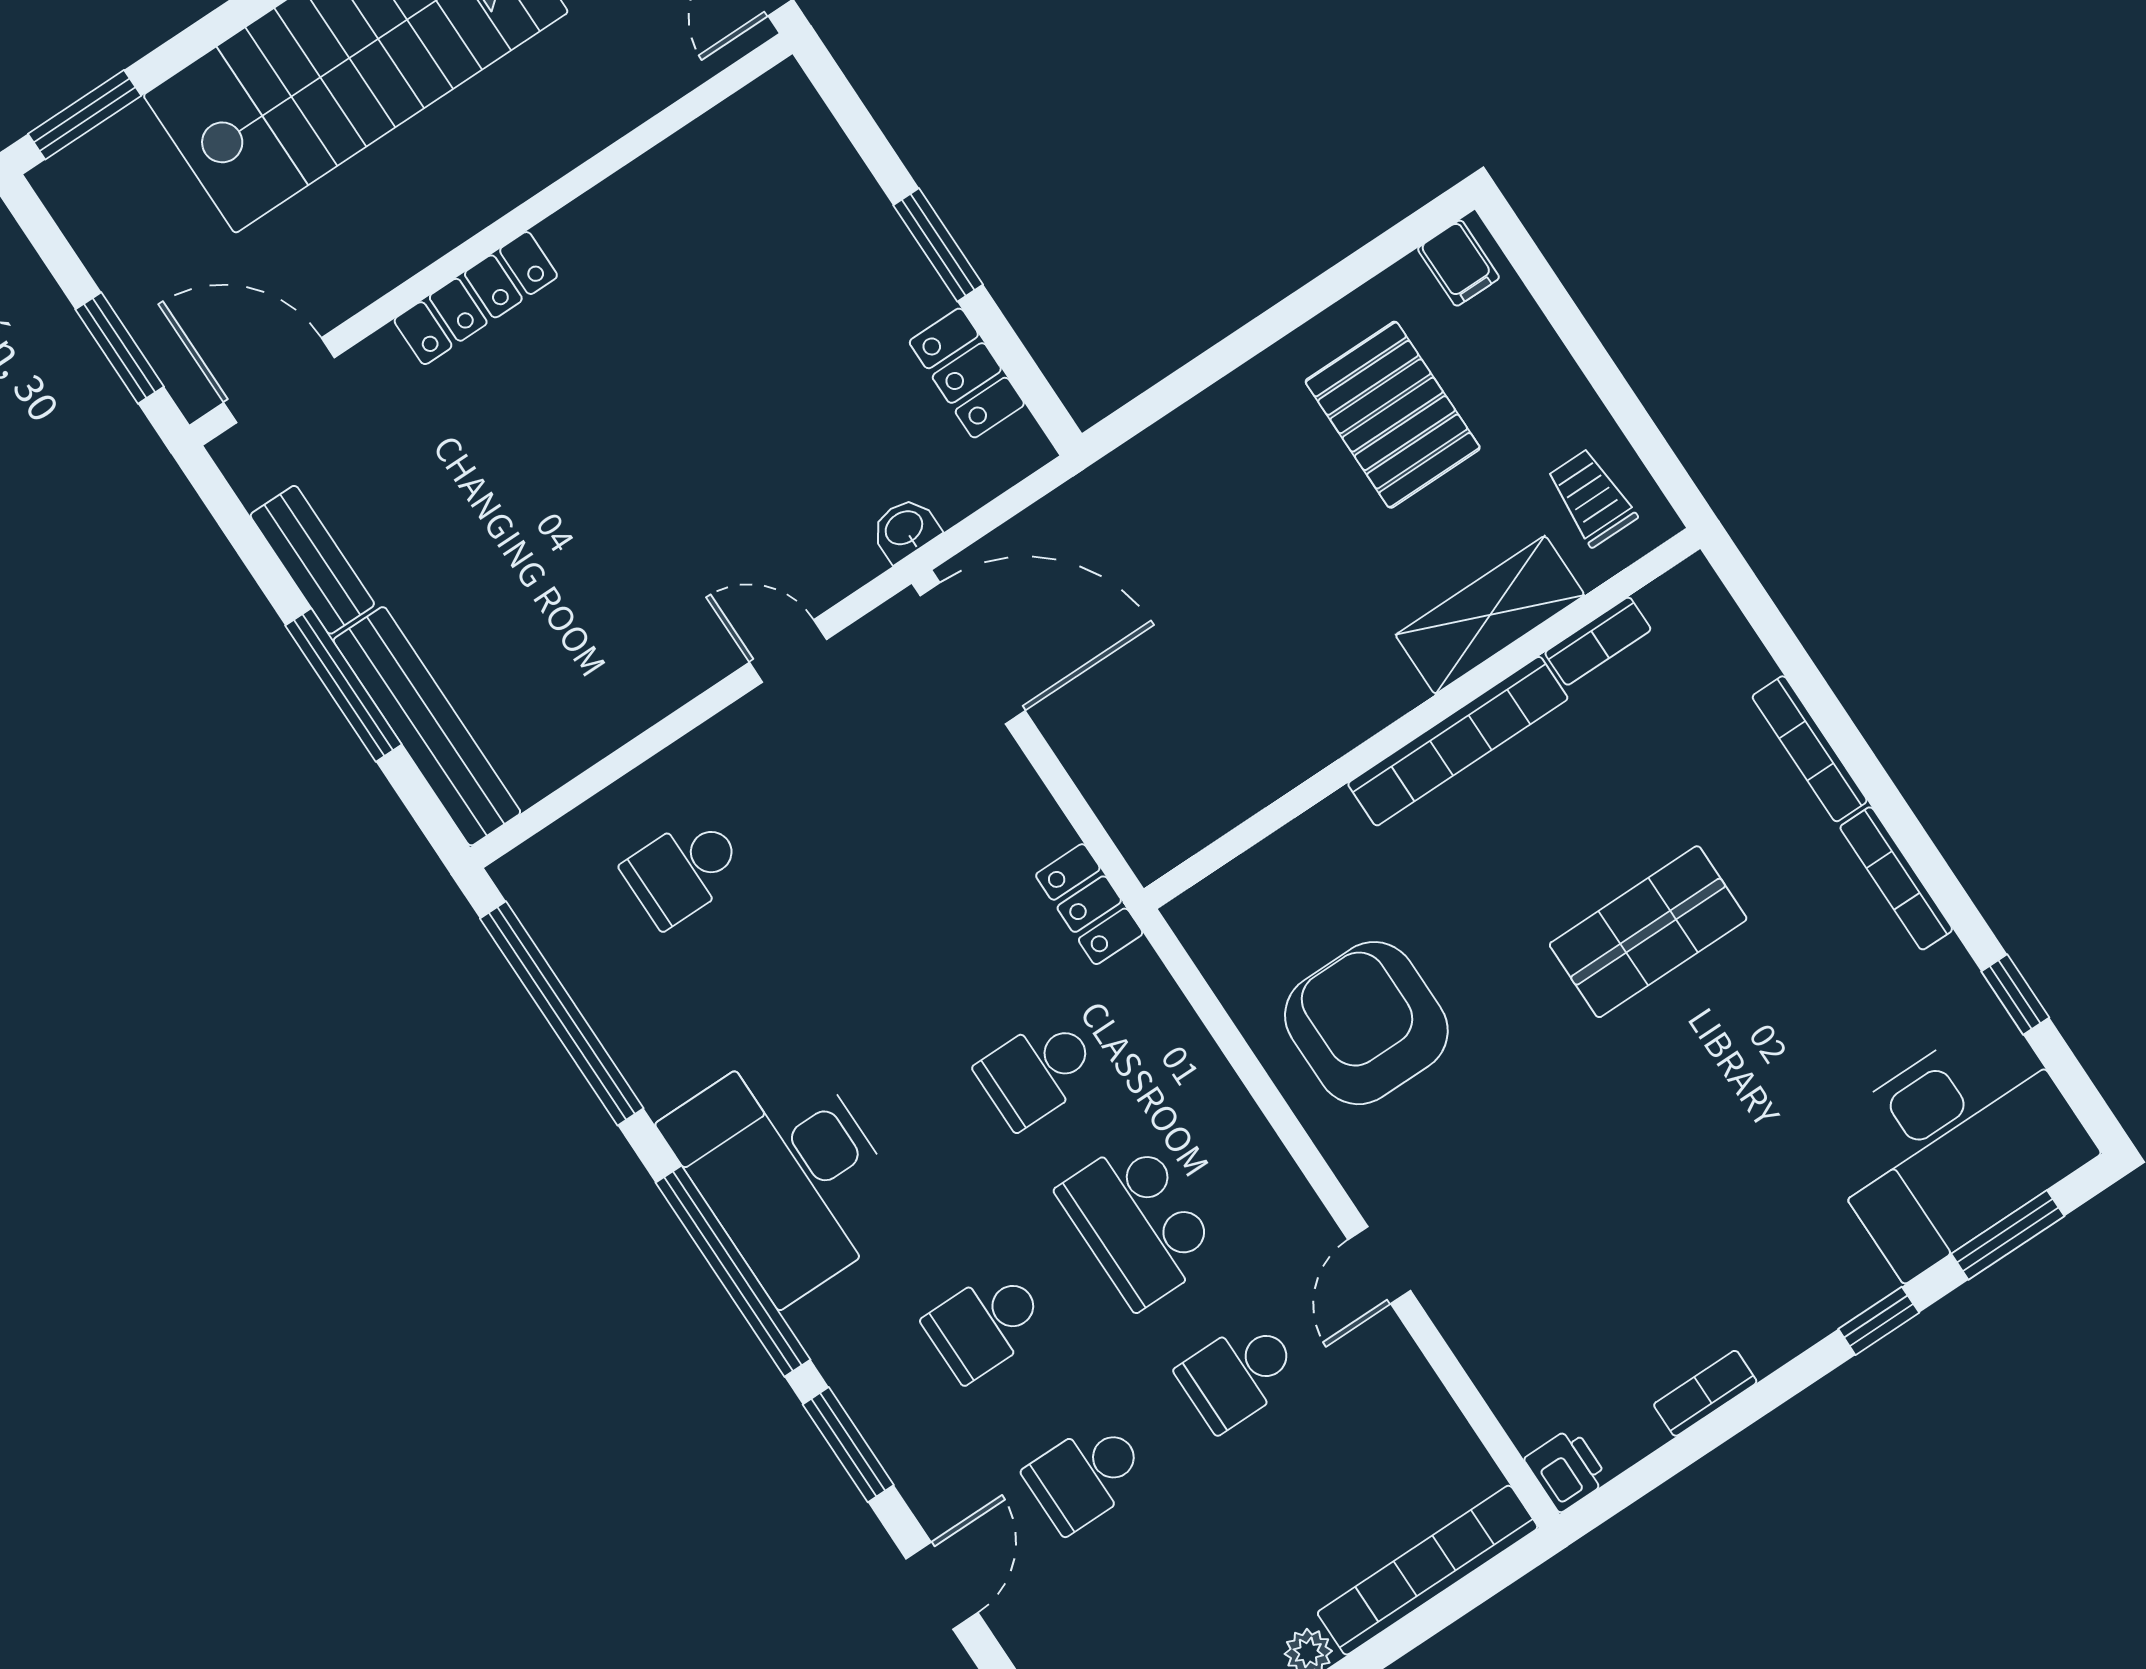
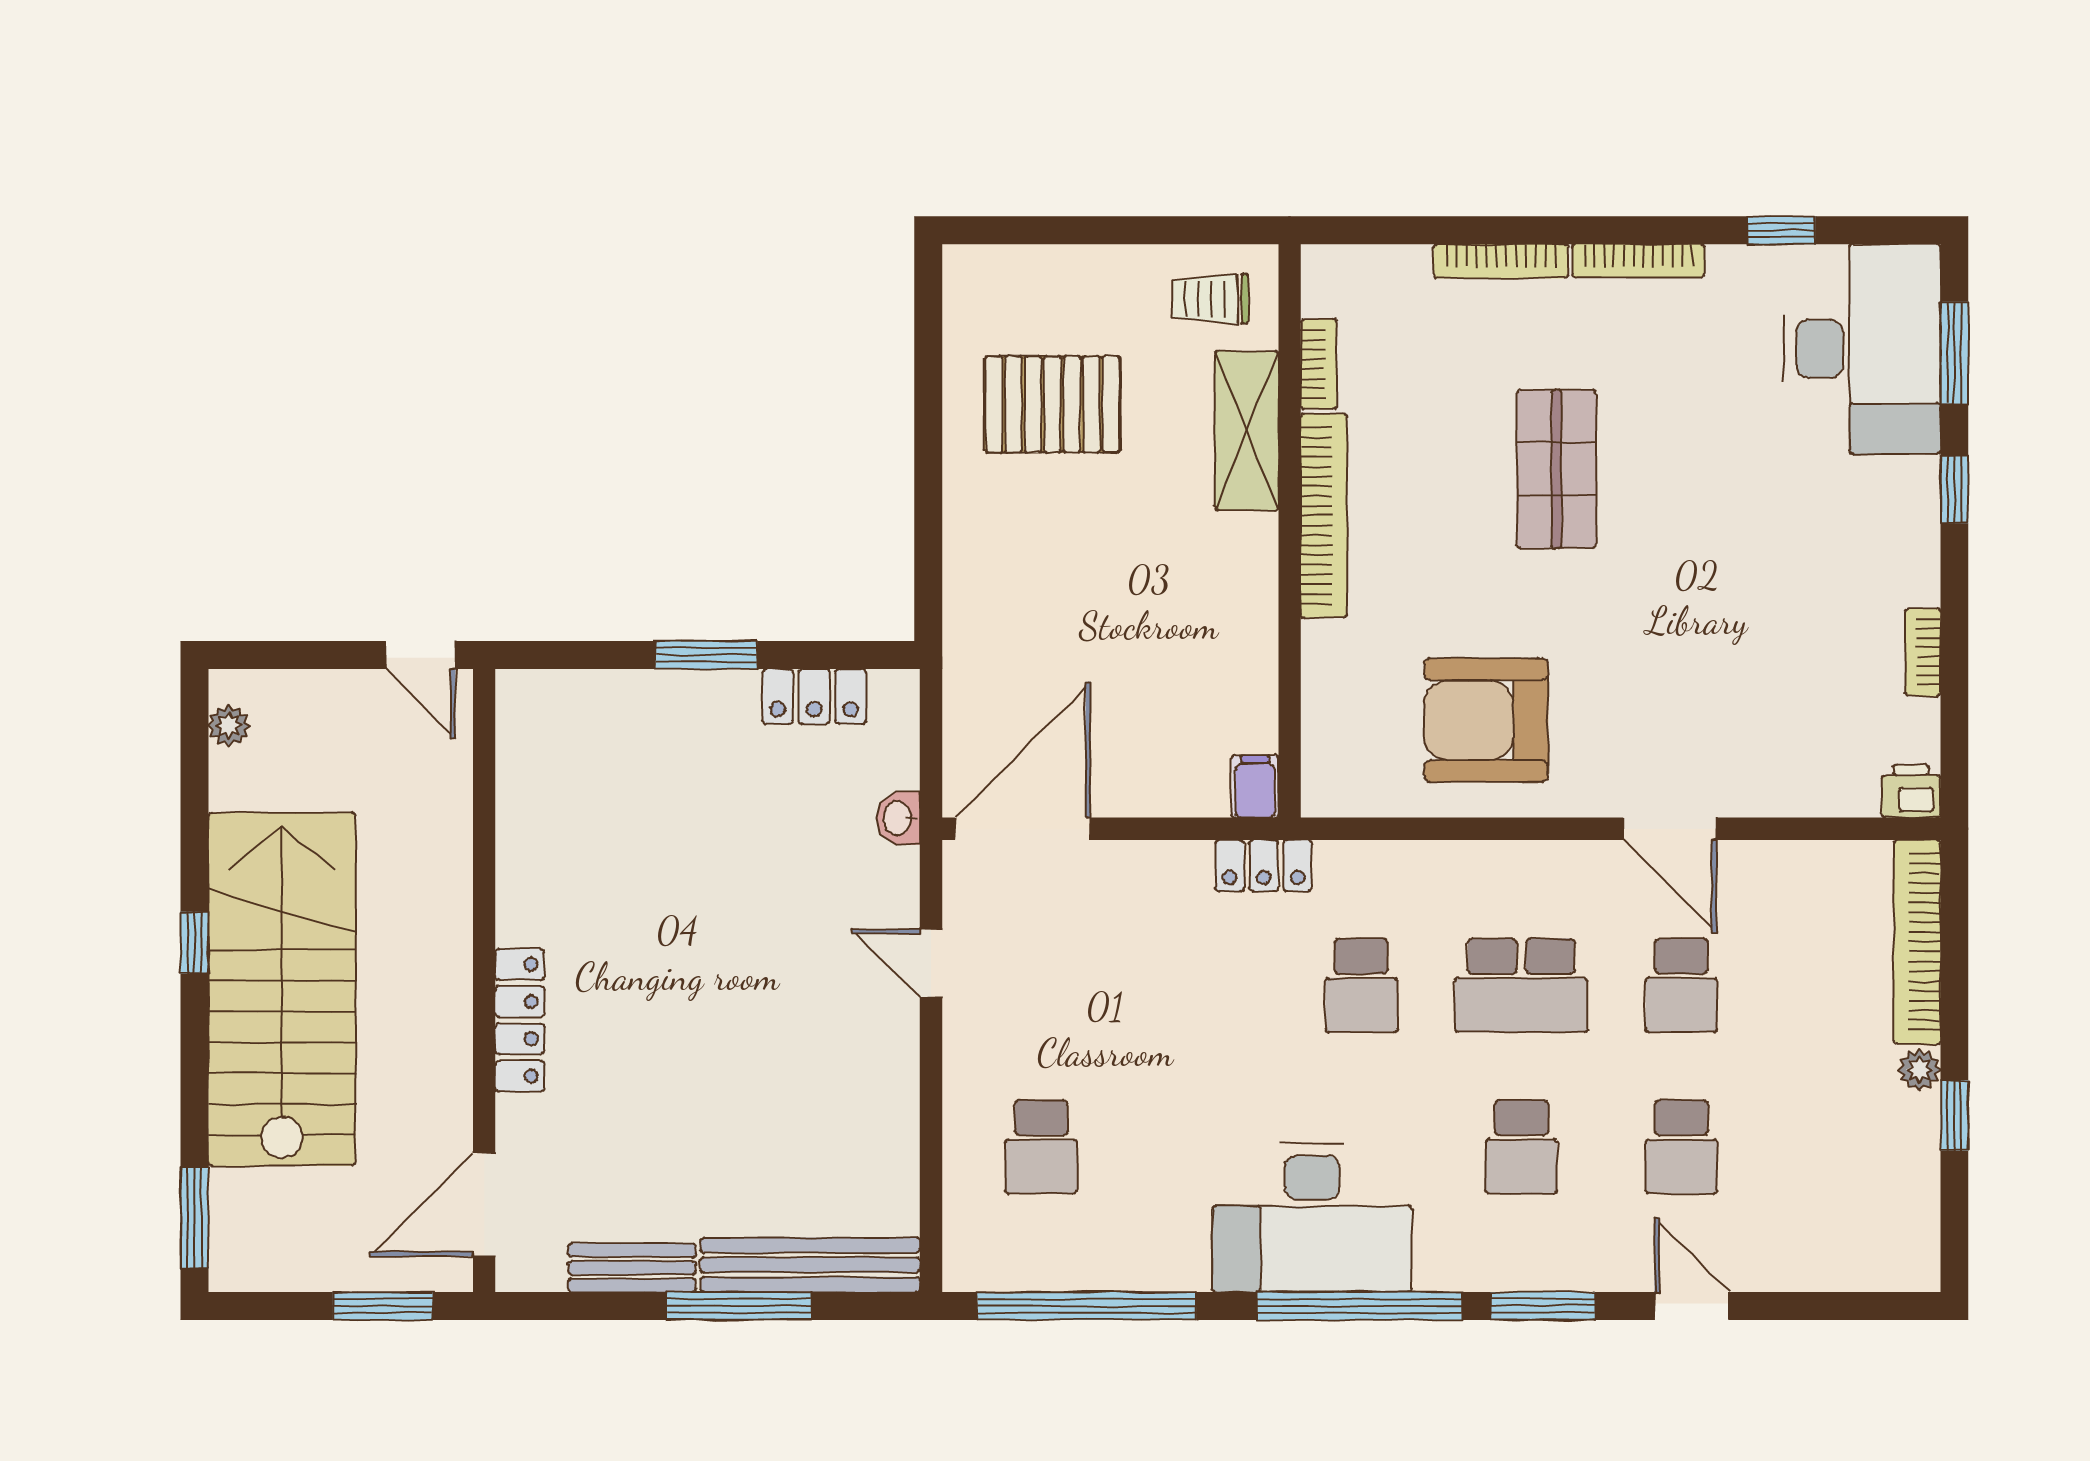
filing cabinet: (1459, 263) -> (1255, 786), moved, turned -90
door: (788, 651) -> (931, 963), hinge flipped
door: (1379, 1265) -> (1670, 829), width x1.37

